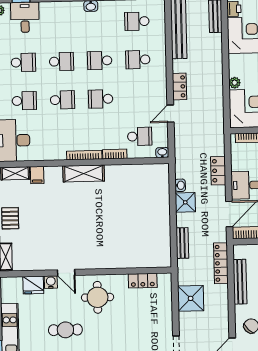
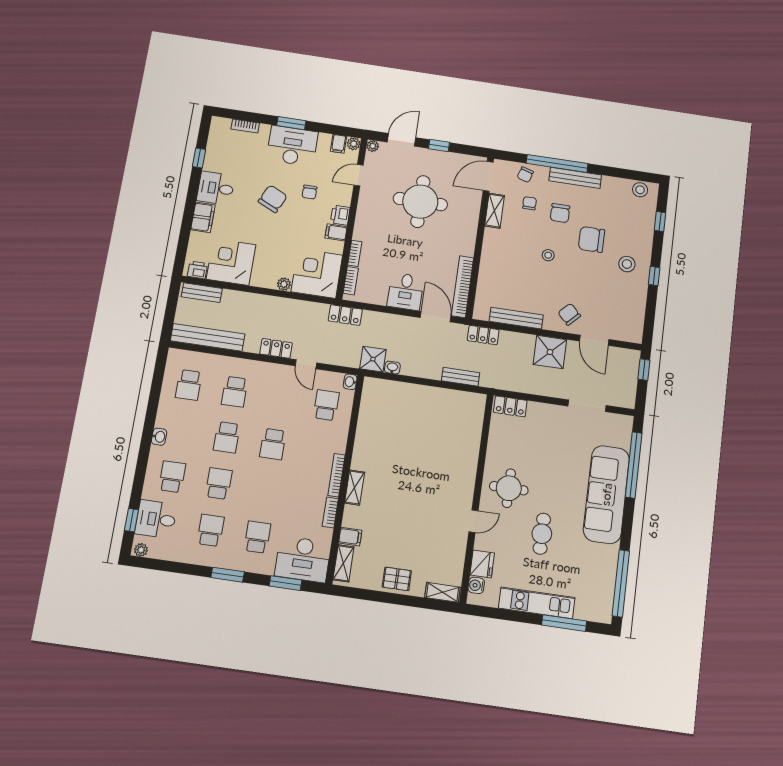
school desk: (62, 100) -> (172, 477), moved
bookcase: (115, 154) -> (330, 512), moved
locker: (218, 171) -> (345, 315), moved
shelving: (84, 173) -> (355, 488), width x0.67, depth x0.75
shower: (185, 202) -> (373, 359), moved
locker: (221, 263) -> (483, 335), width x0.66
locker: (143, 281) -> (510, 406), moved, turned 90
water cooler: (51, 282) -> (476, 585), moved
shower: (191, 298) -> (550, 352), moved

